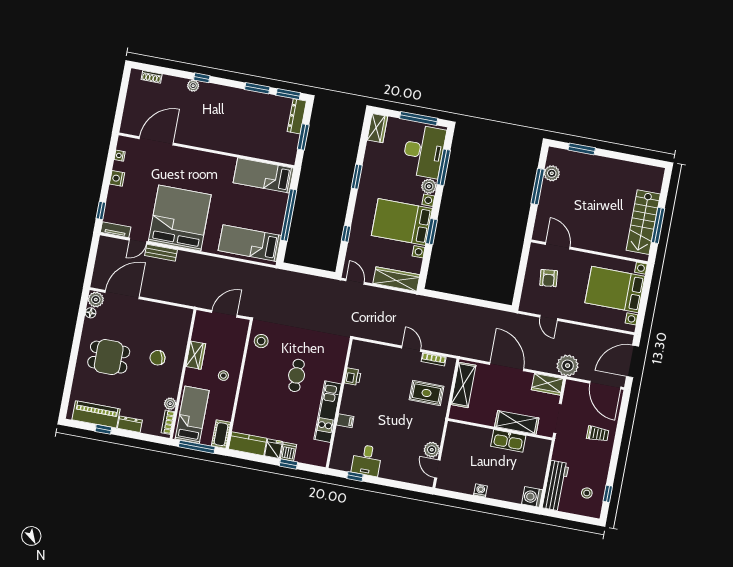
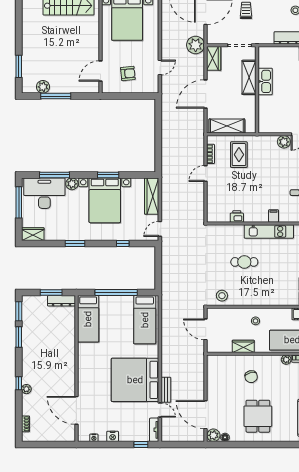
dresser: (297, 116) -> (62, 301), moved

